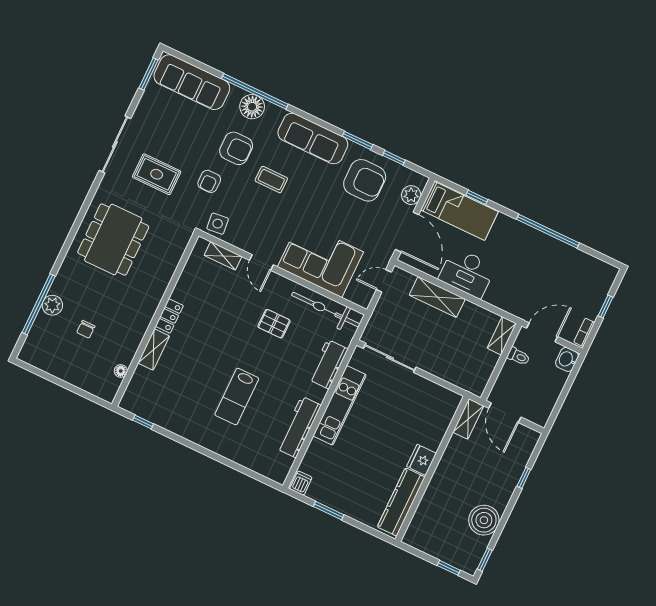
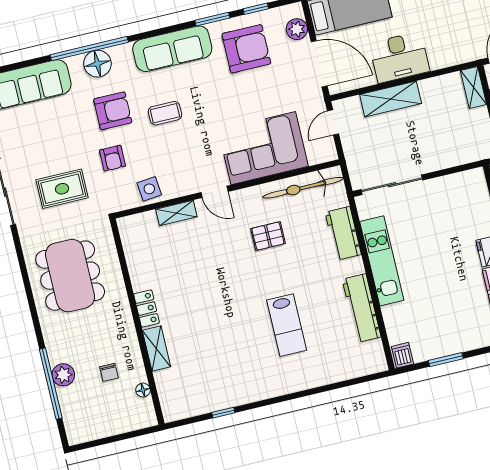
locker: (169, 316) -> (147, 309), moved
wall: (155, 320) -> (137, 322), moved
shelving: (154, 349) -> (156, 348), moved
floor lamp: (121, 371) -> (143, 390), moved

